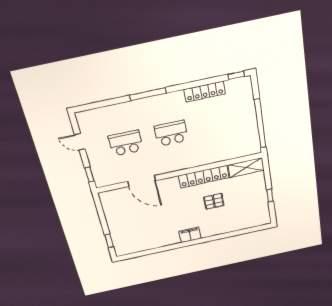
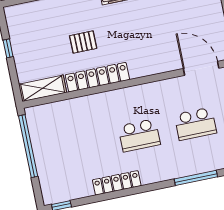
locker: (205, 92) -> (117, 183), moved
window: (148, 94) -> (196, 178), moved
door: (142, 181) -> (201, 68), moved

